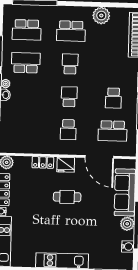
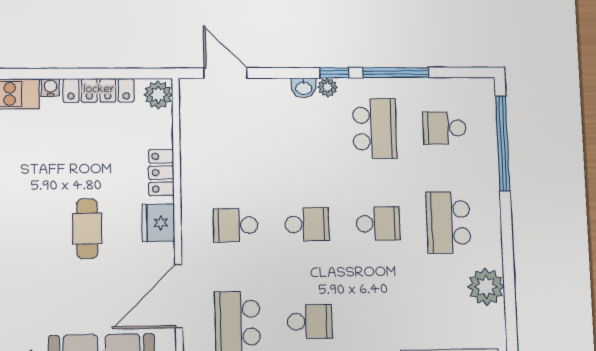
school desk: (27, 30) -> (444, 128), width x0.54
school desk: (113, 98) -> (310, 322), turned 180

